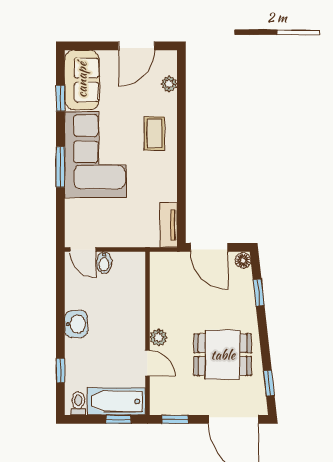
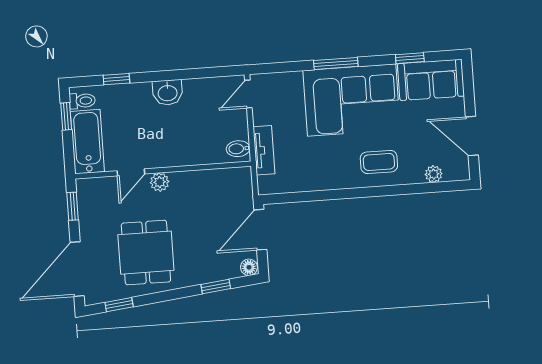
tv unit: (169, 225) -> (264, 150), moved, turned 90
bidet: (104, 263) -> (238, 149), moved
window: (118, 419) -> (66, 116), moved

